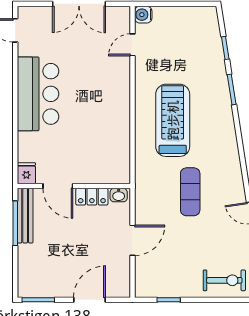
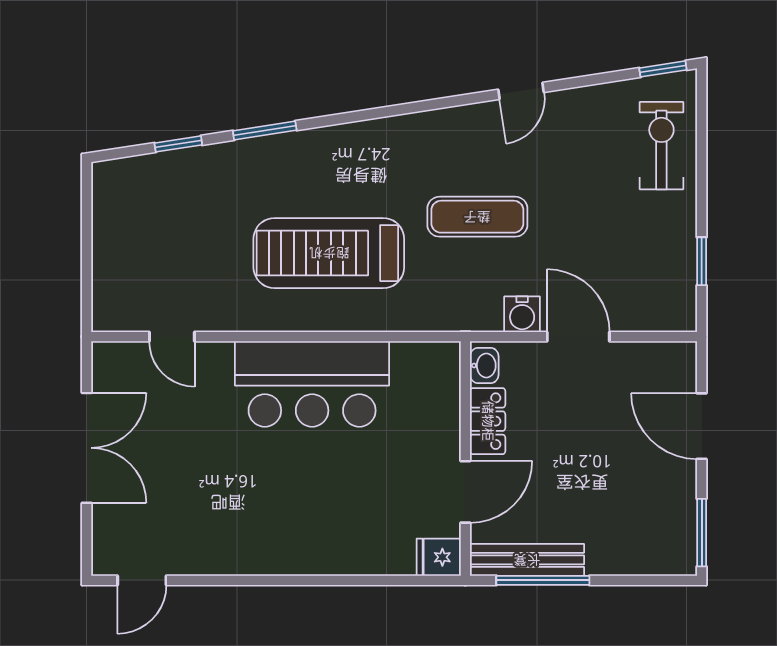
water cooler: (143, 15) -> (522, 314), moved
bar counter: (38, 94) -> (312, 384), moved, turned 180

